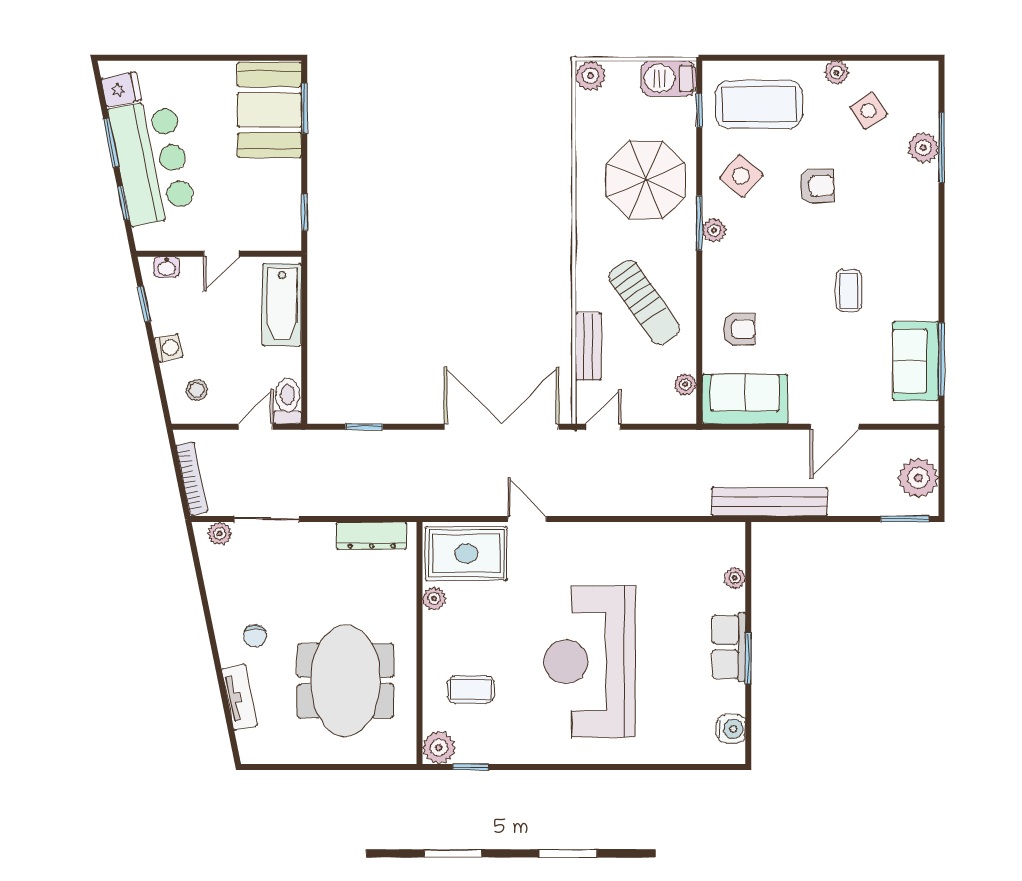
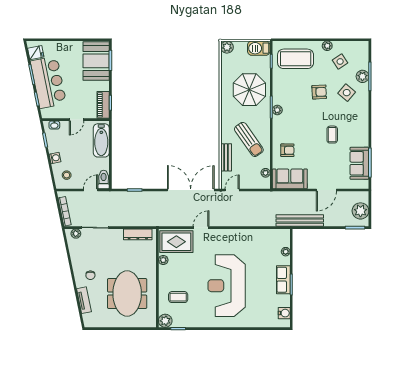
side table: (741, 176) -> (347, 93), moved
piano: (286, 217) -> (103, 105), added
door: (527, 519) -> (201, 228), hinge flipped

